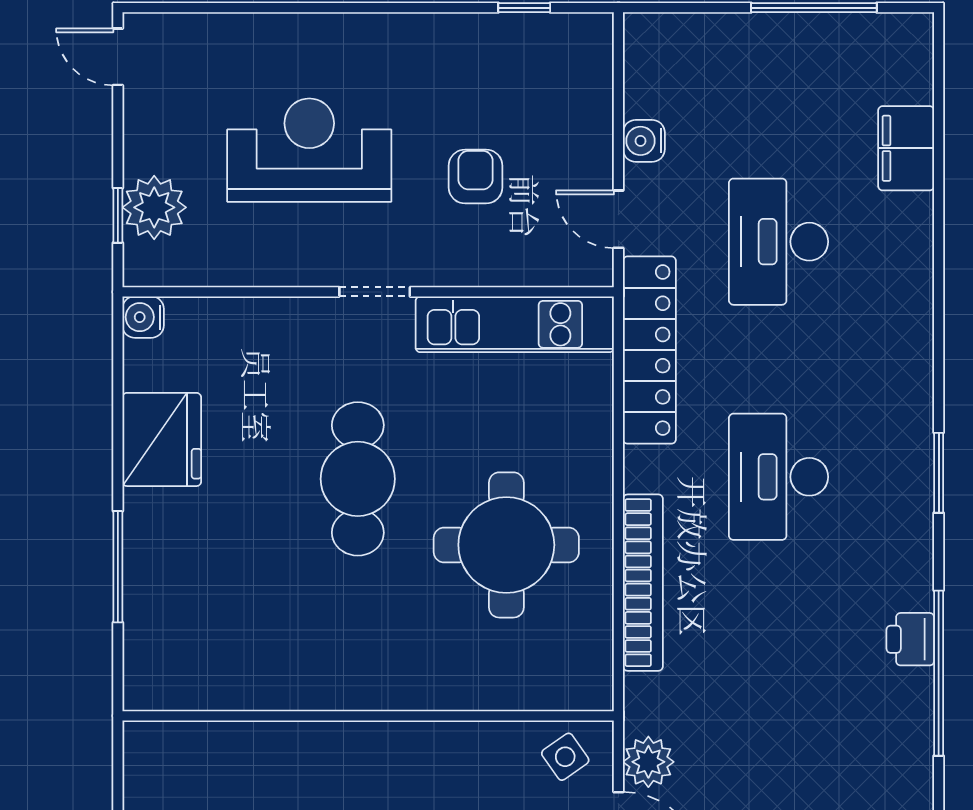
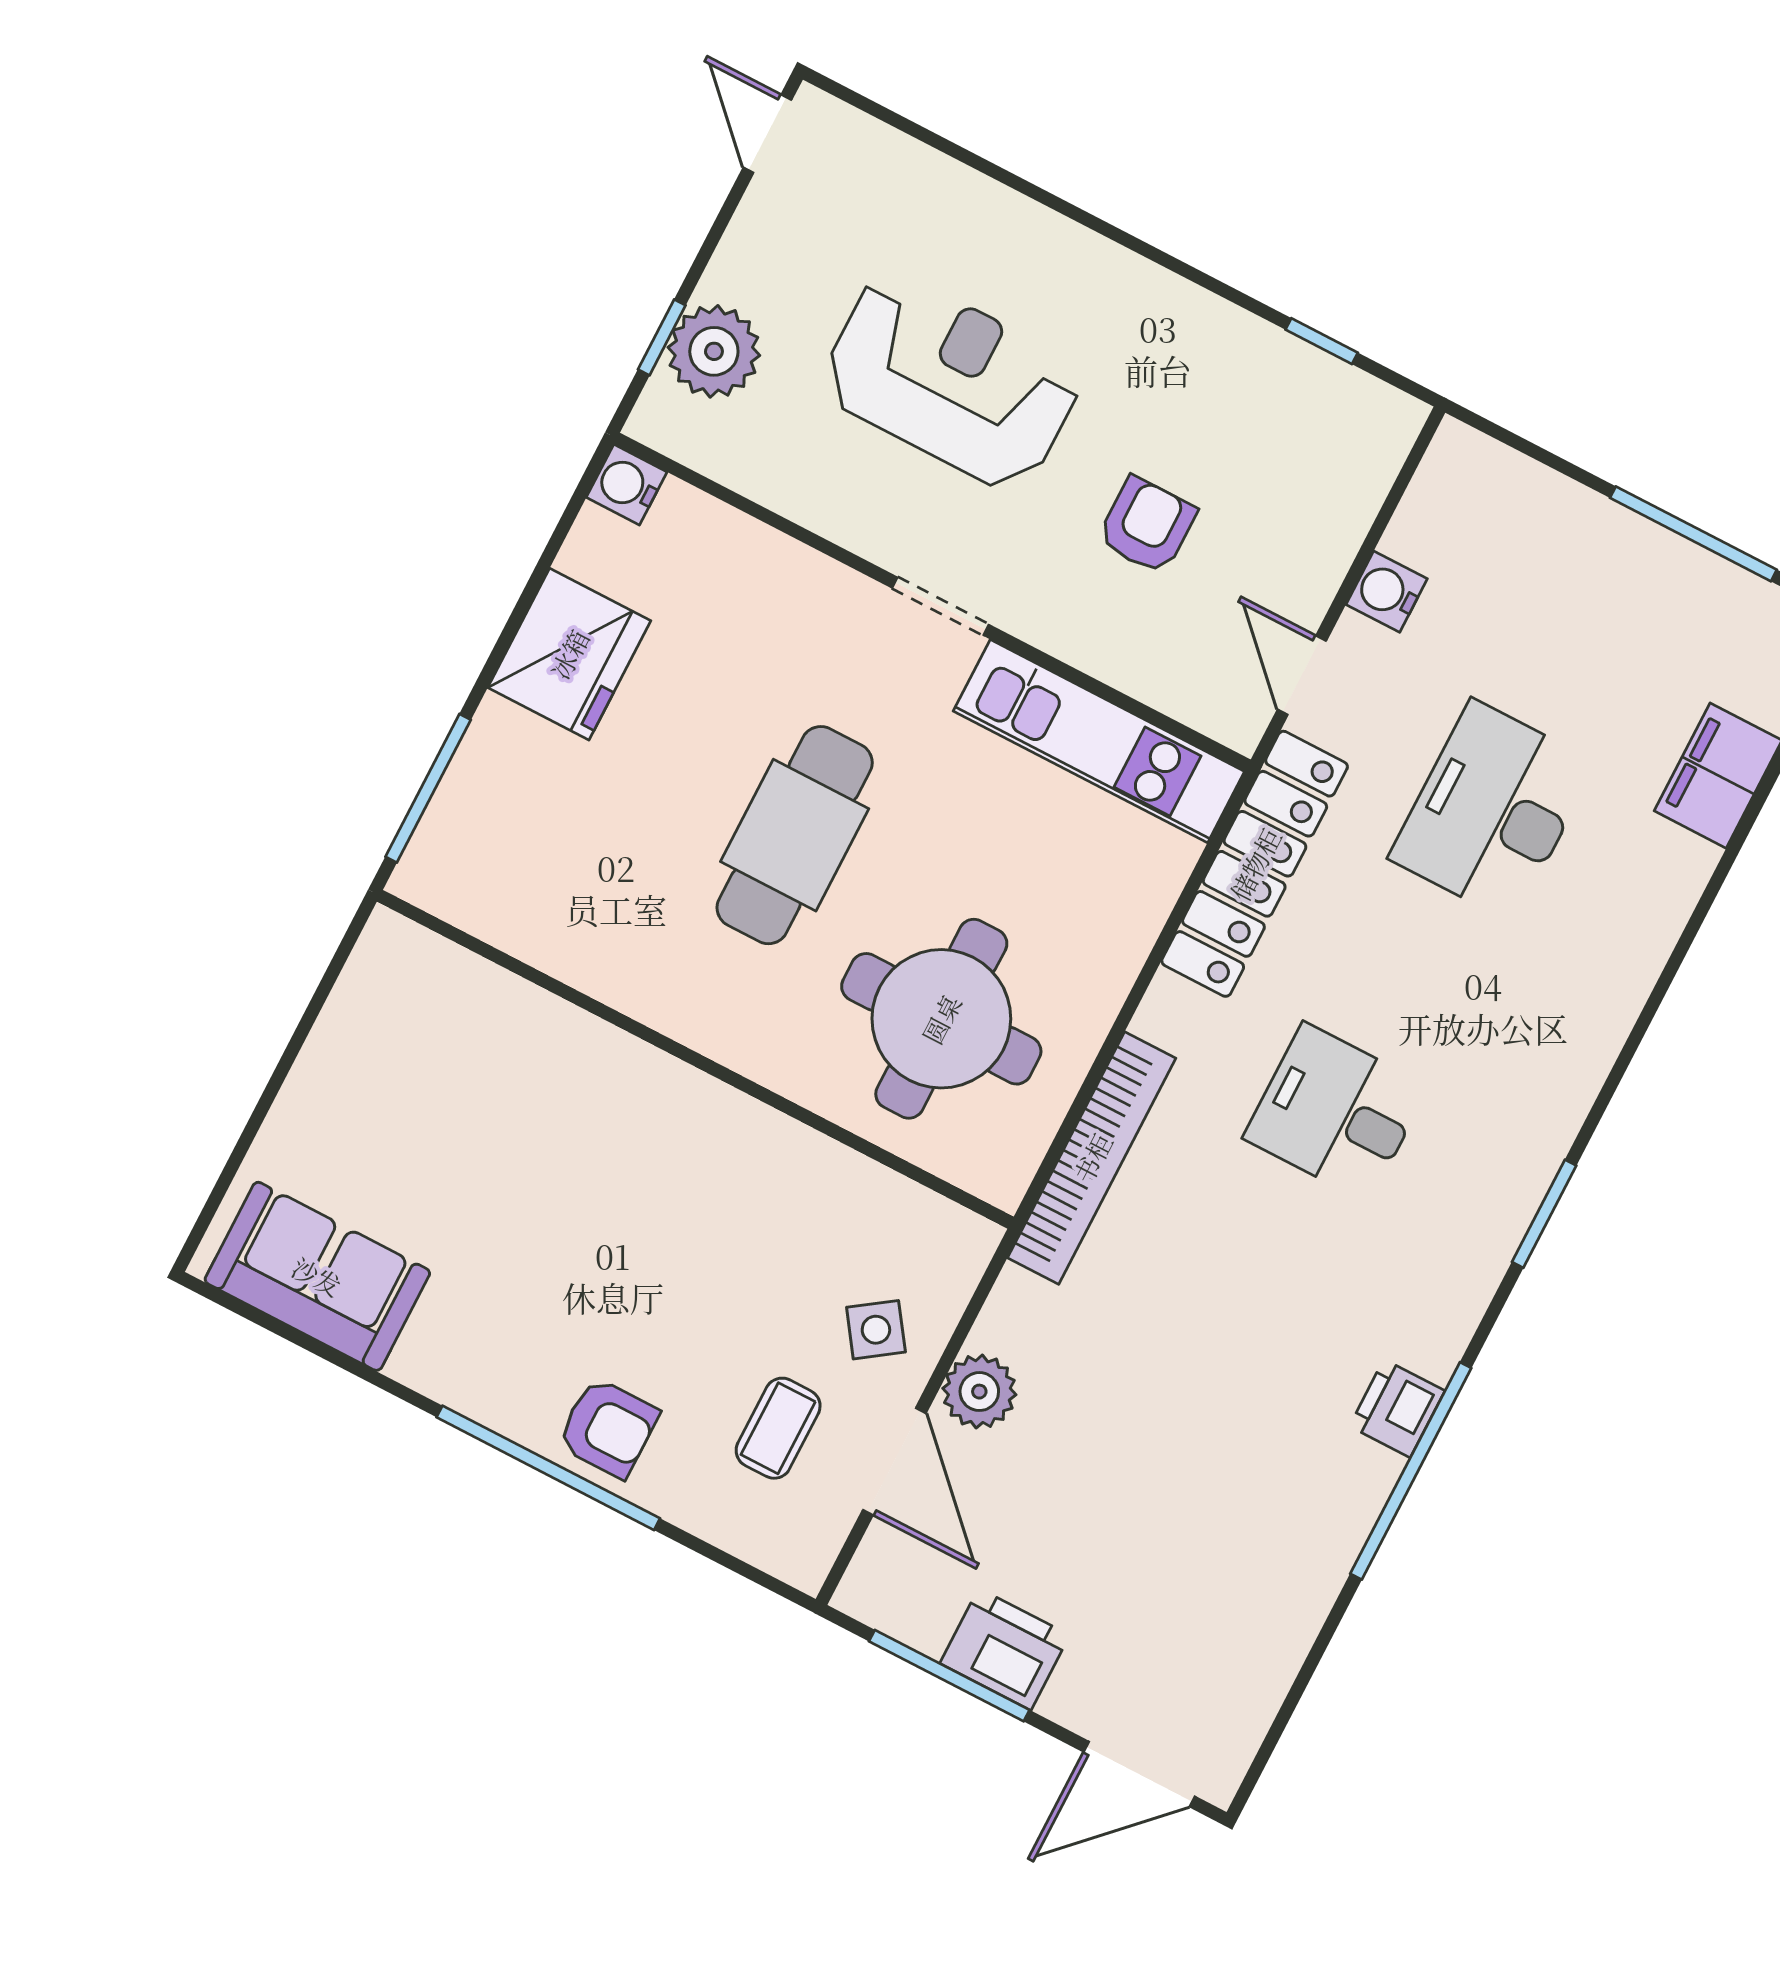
desk: (779, 477) -> (1336, 1112), width x0.73
wall: (368, 716) -> (695, 1059), moved

